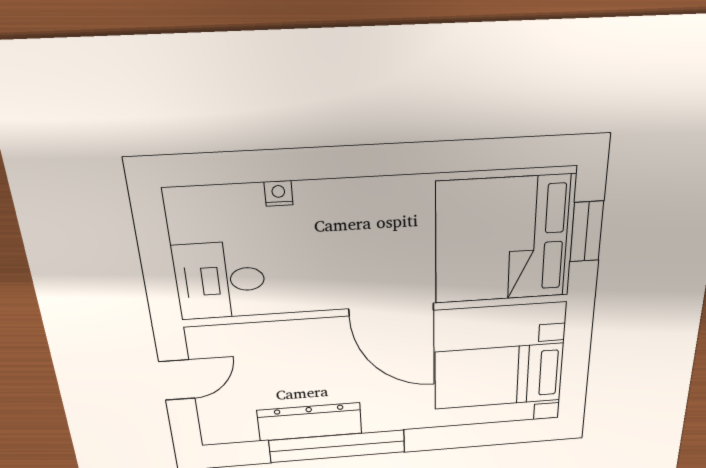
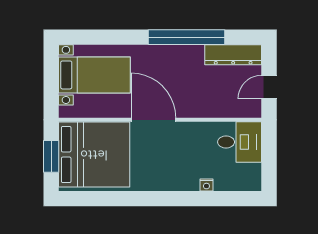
dresser: (310, 422) -> (233, 55), moved

